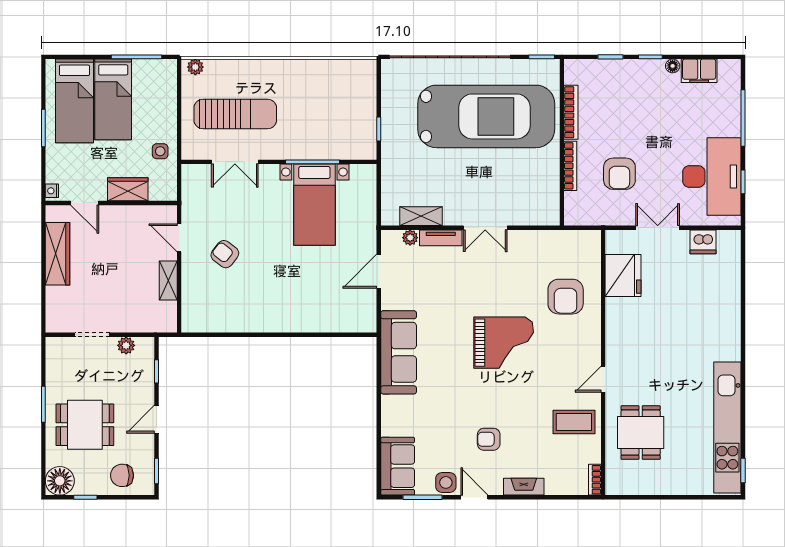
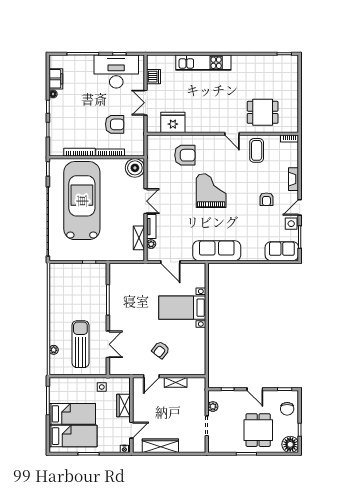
plant: (195, 67) -> (54, 350), moved
bed with nightstands: (314, 205) -> (182, 308), moved, turned 180
boiler: (543, 209) -> (135, 168), added
kitchen unit: (727, 427) -> (203, 63), moved, width x0.73

